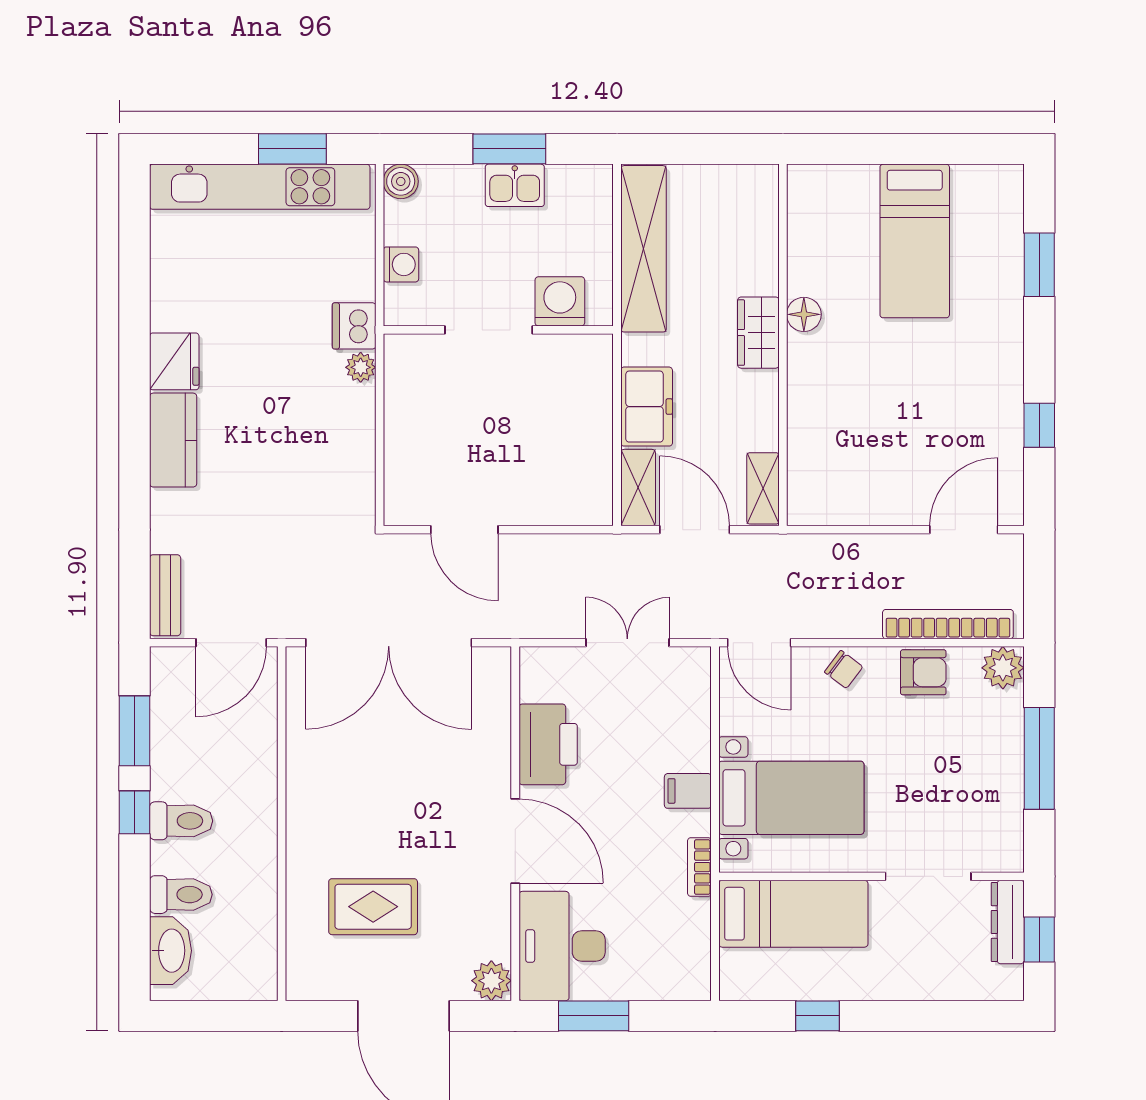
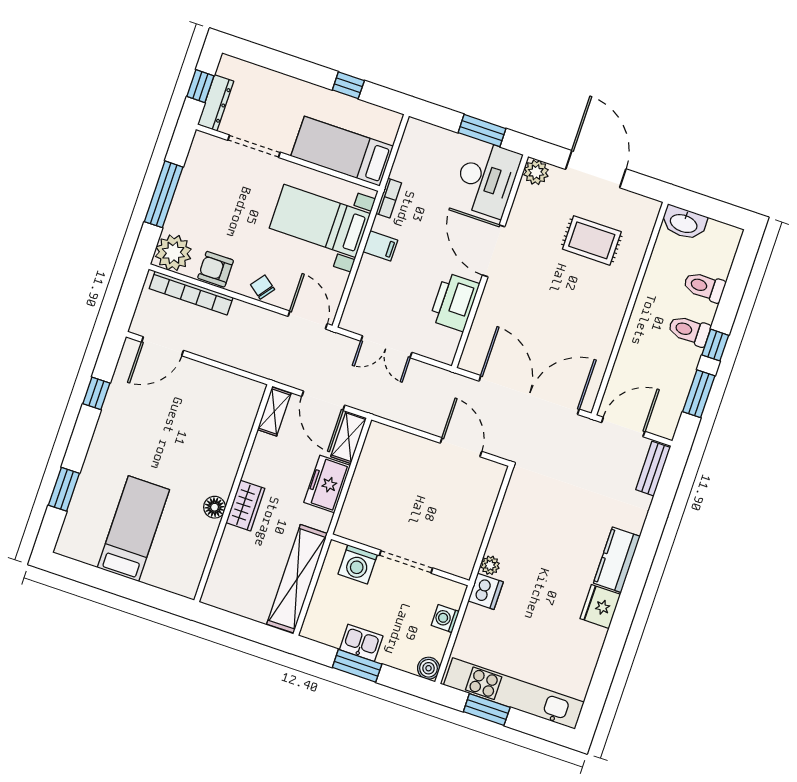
plant: (1003, 668) -> (173, 253), width x1.36, depth x1.36
washbasin: (170, 951) -> (684, 223), moved, turned -90

